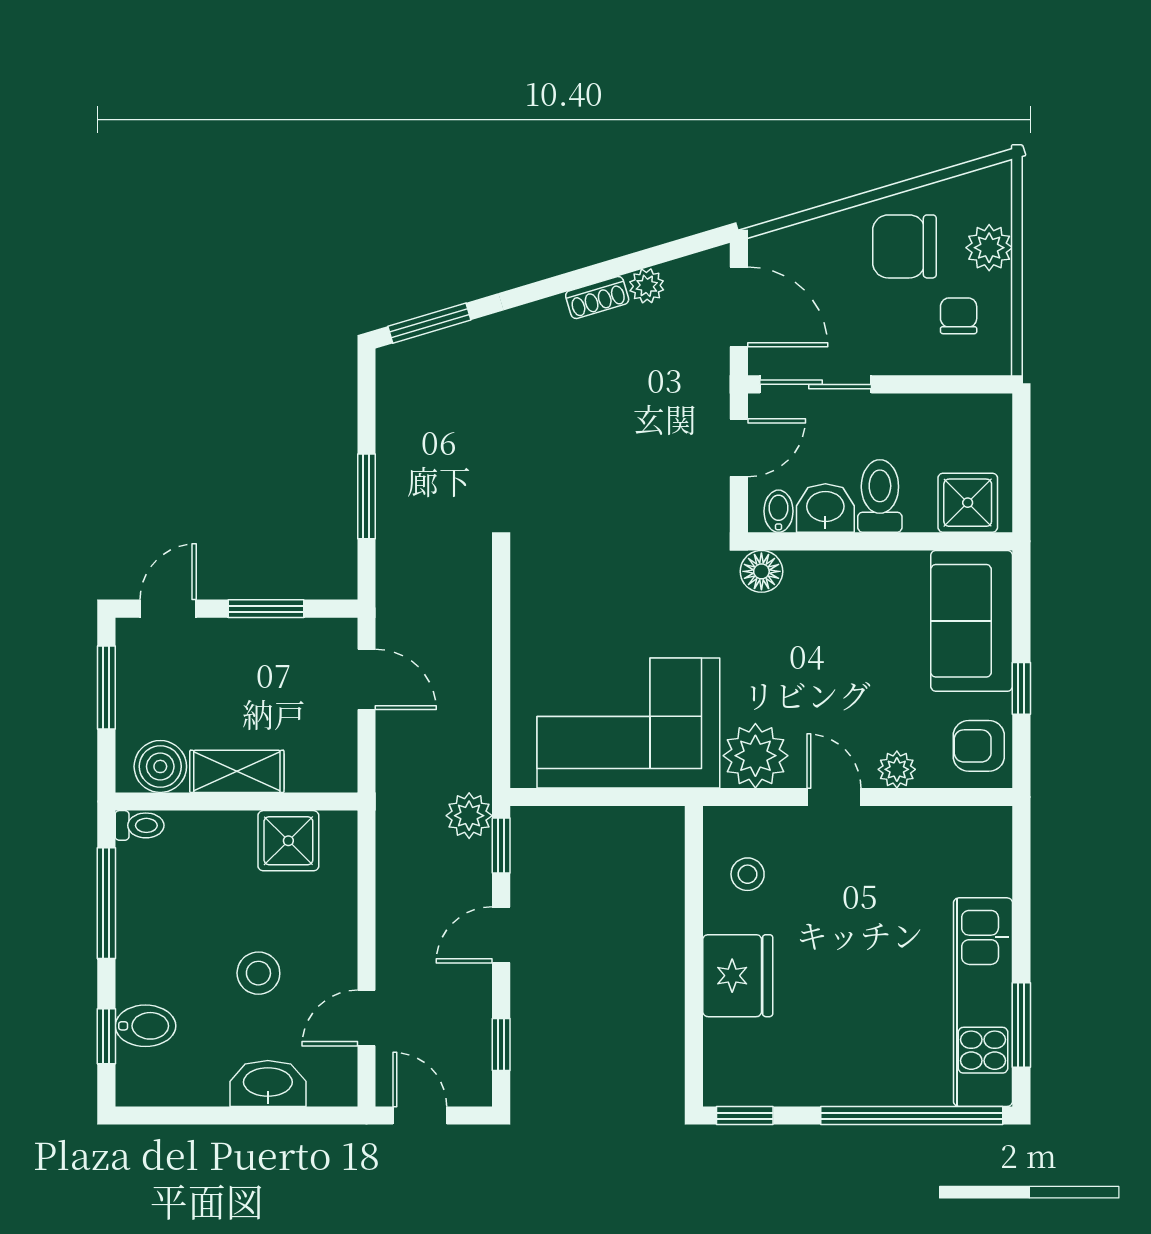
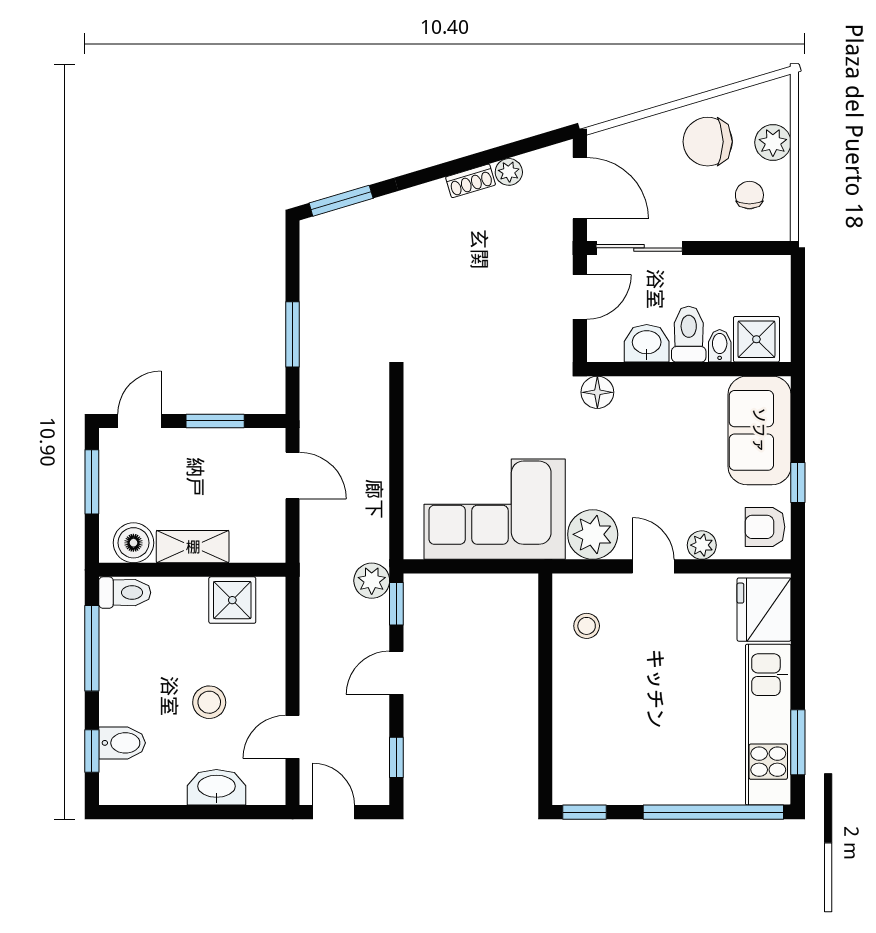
bidet: (779, 511) -> (720, 346), moved
toilet: (140, 825) -> (125, 593), width x1.37, depth x1.39
fridge: (738, 976) -> (764, 610), moved, turned 180

